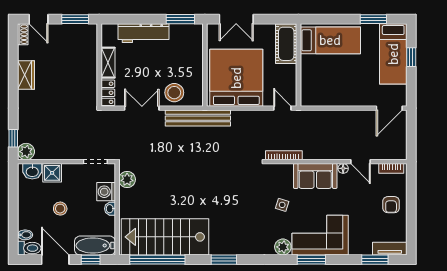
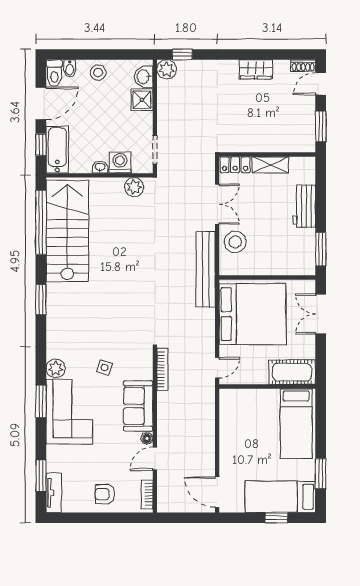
workbench: (144, 33) -> (304, 206), width x0.73
stool: (60, 209) -> (98, 72), moved

